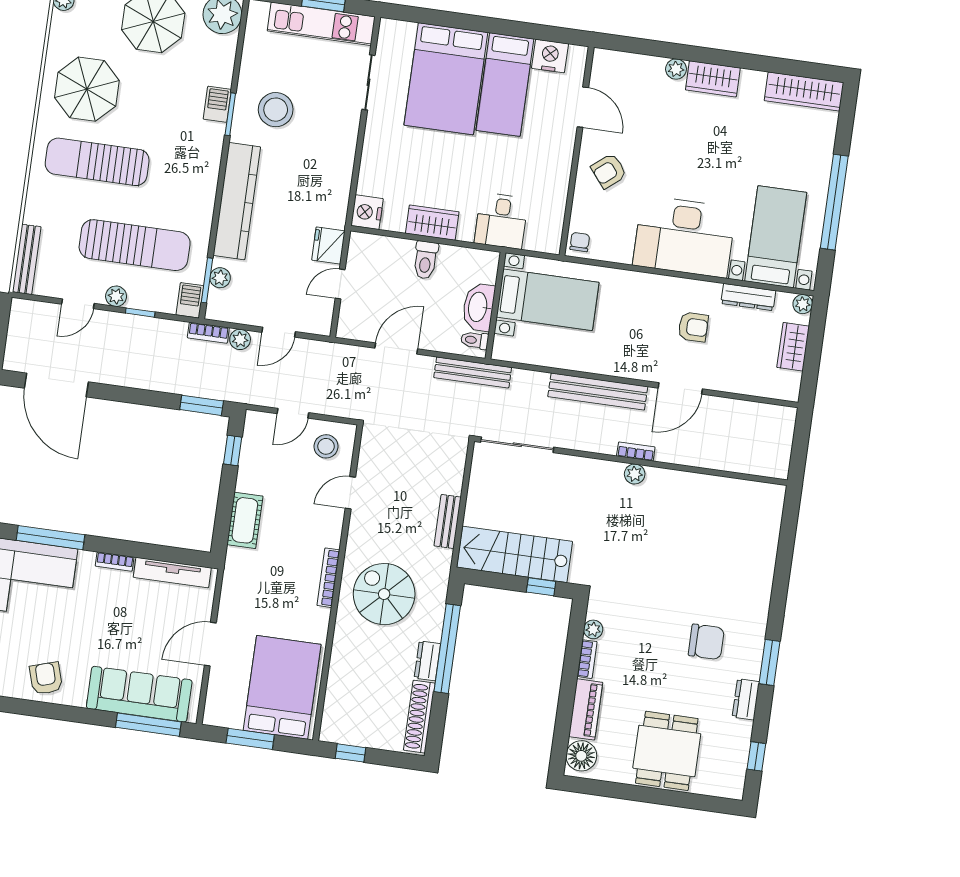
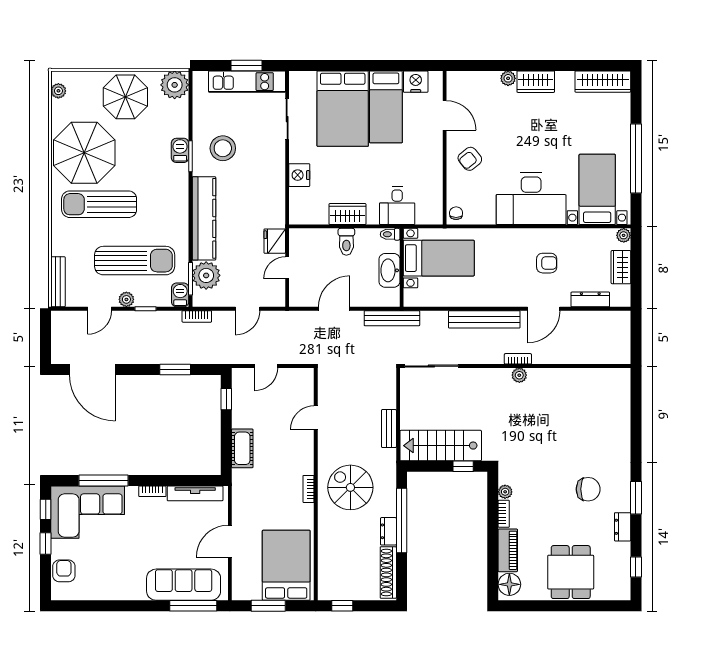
parasol: (87, 89) -> (84, 153), width x1.36, depth x1.36
nightstand: (367, 212) -> (299, 175), moved
plant: (220, 278) -> (206, 275), width x1.88, depth x1.88
dresser: (748, 297) -> (590, 299), moved, turned 180
plant: (240, 339) -> (220, 318), removed
toilet: (475, 340) -> (390, 234), moved
window: (202, 405) -> (175, 370), moved
stool: (326, 446) -> (293, 387), removed
bookcase: (328, 578) -> (308, 489), width x0.64
armchair: (46, 678) -> (115, 583), removed

